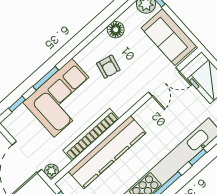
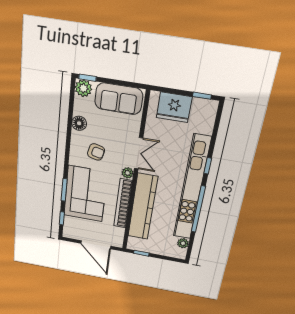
double door: (164, 82) -> (139, 153), moved
plant: (51, 171) -> (128, 173), moved

